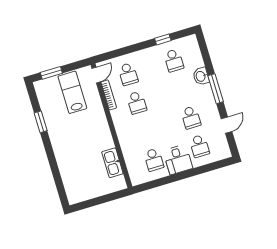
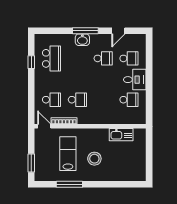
school desk: (174, 60) -> (52, 58), width x1.85
washbasin: (201, 76) -> (82, 40), moved
lab bench: (72, 92) -> (68, 154), moved, turned 90
window: (41, 122) -> (69, 184), width x1.44
door: (227, 125) -> (118, 31), swing flipped
stool: (77, 141) -> (94, 159), added

